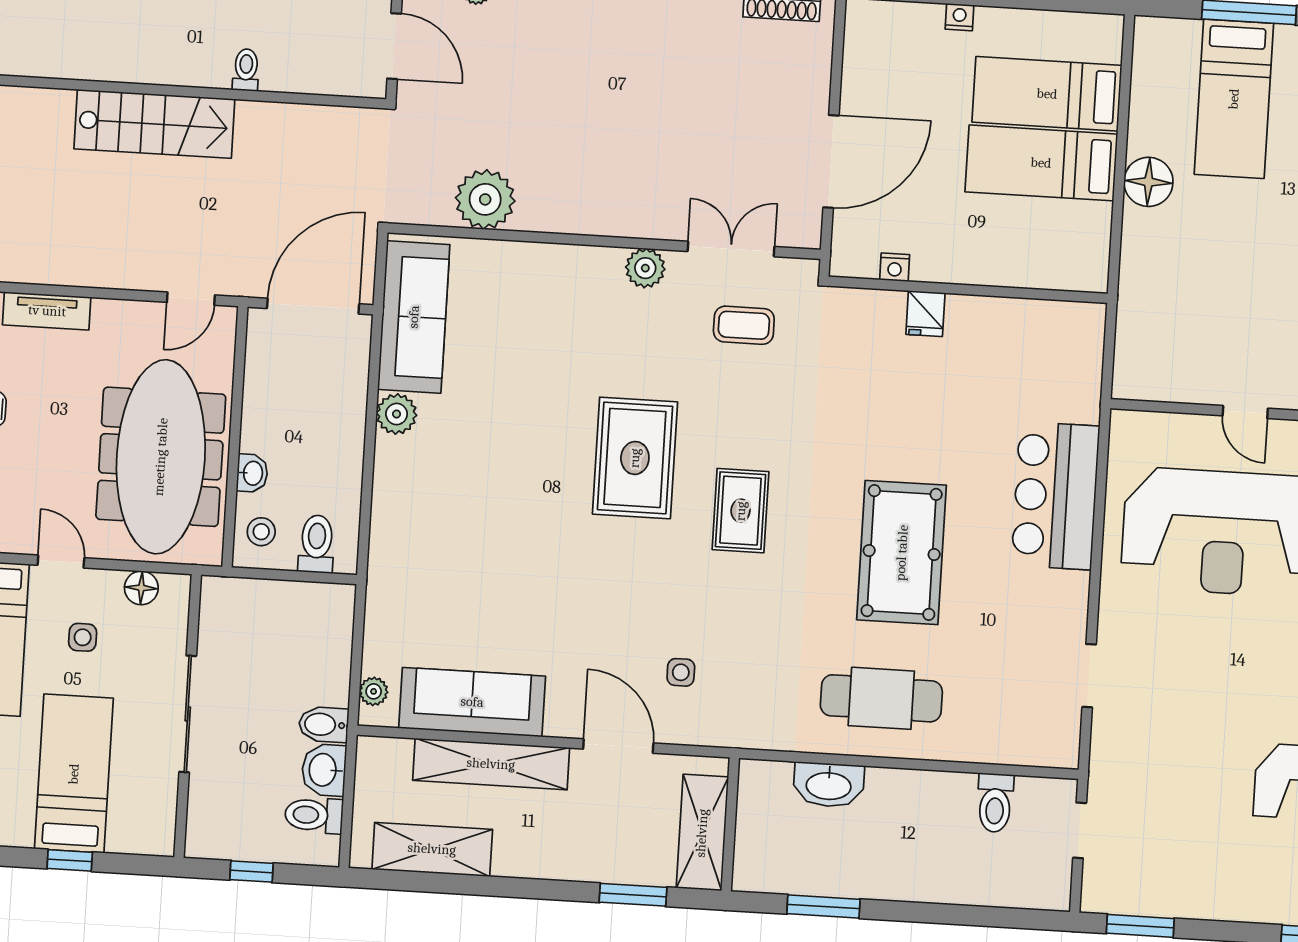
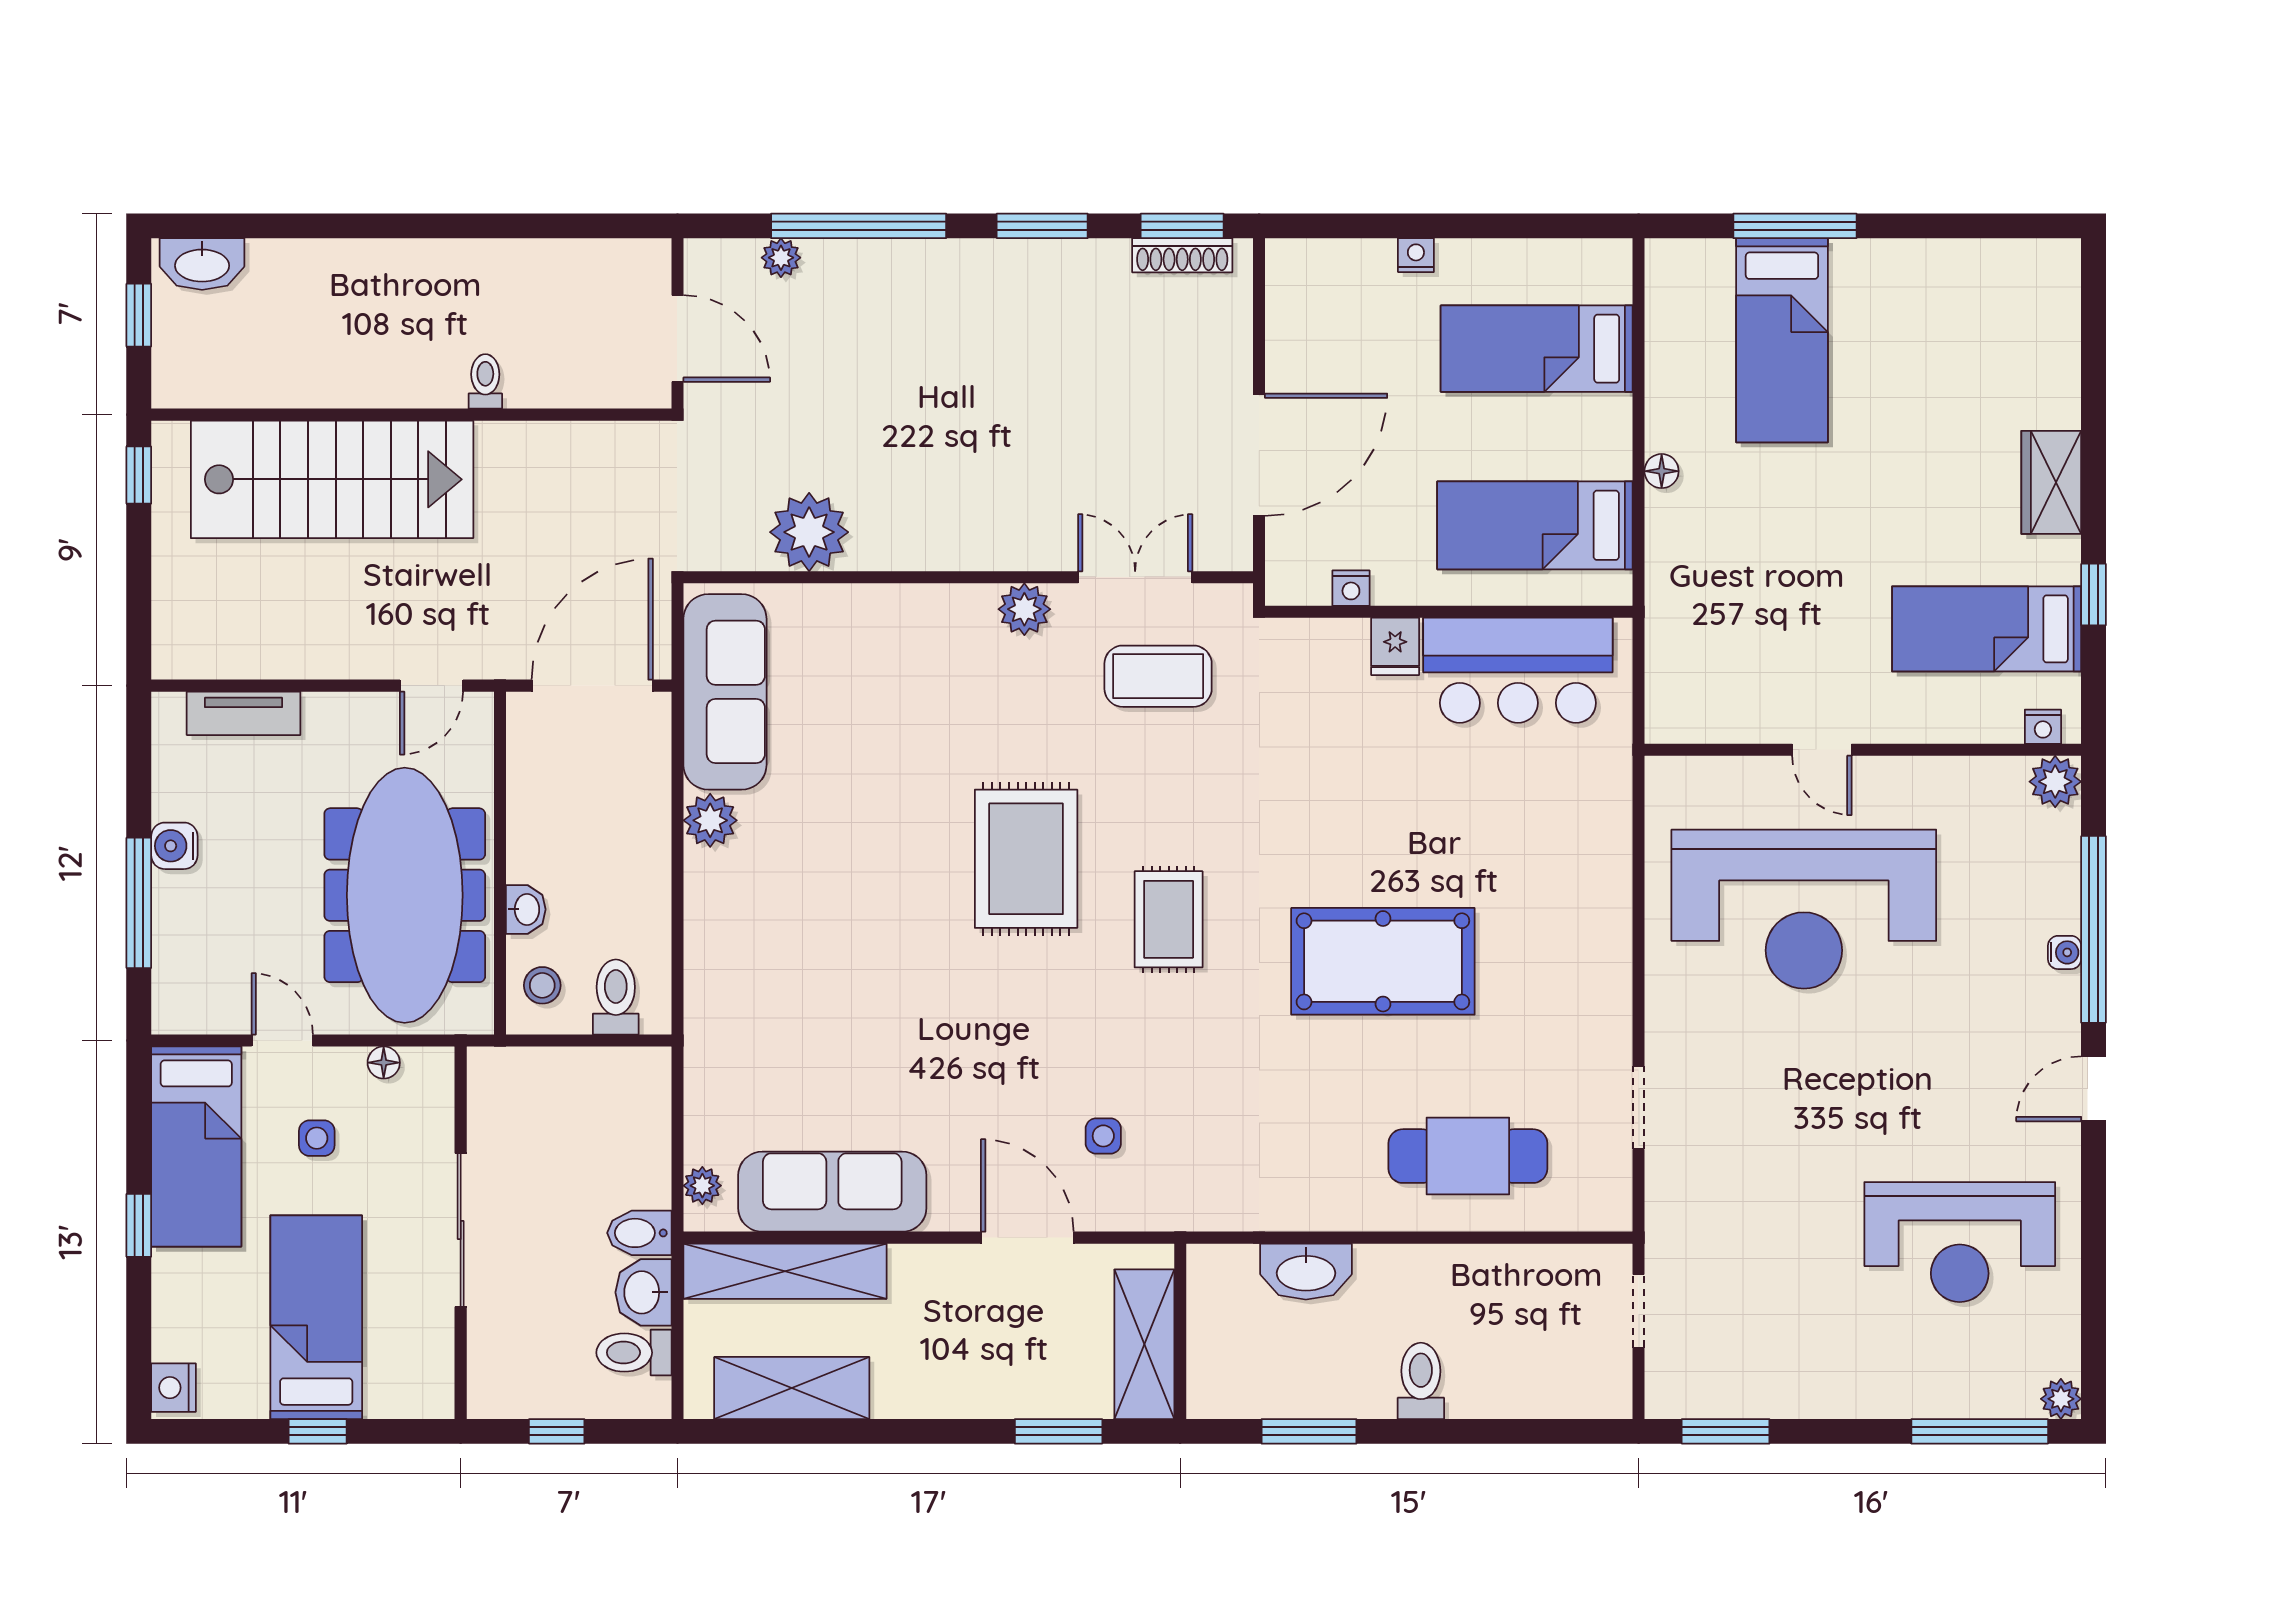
stairs: (154, 124) -> (332, 479), width x1.36, depth x1.51
bed: (1041, 163) -> (1535, 525), moved
floor lamp: (1148, 182) -> (1662, 471), width x0.53, depth x0.53
coffee table: (744, 325) -> (1158, 676), width x1.36, depth x1.30
bar counter: (1055, 496) -> (1518, 670), moved, turned -90
pool table: (902, 553) -> (1383, 961), turned 90
floor lamp: (141, 588) -> (384, 1063), width x0.73, depth x0.73
cafe table: (881, 698) -> (1468, 1156), moved
shelving: (491, 764) -> (785, 1271), moved
toilet: (995, 803) -> (1421, 1381), moved, turned 180

